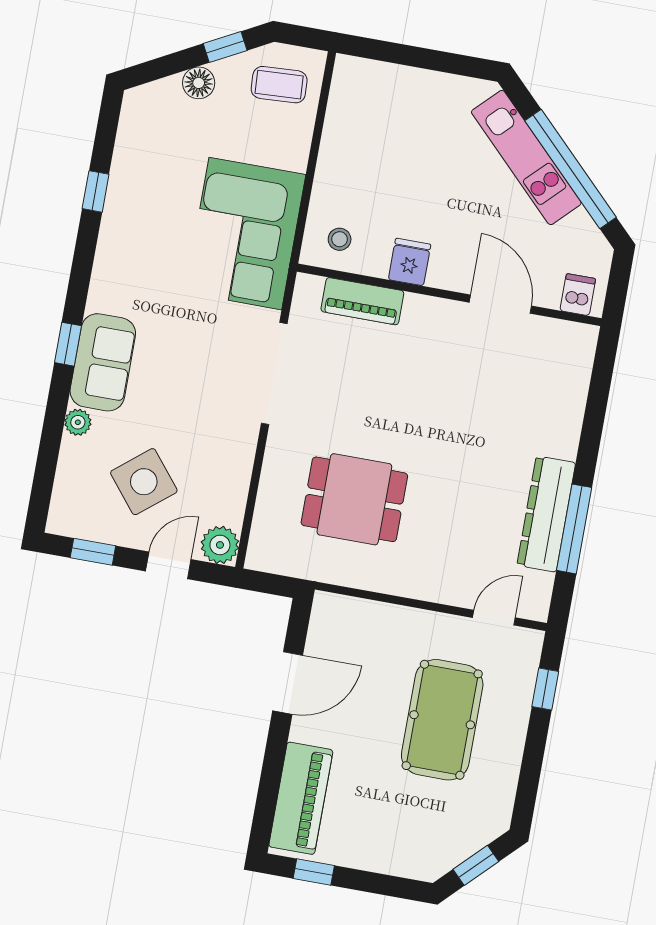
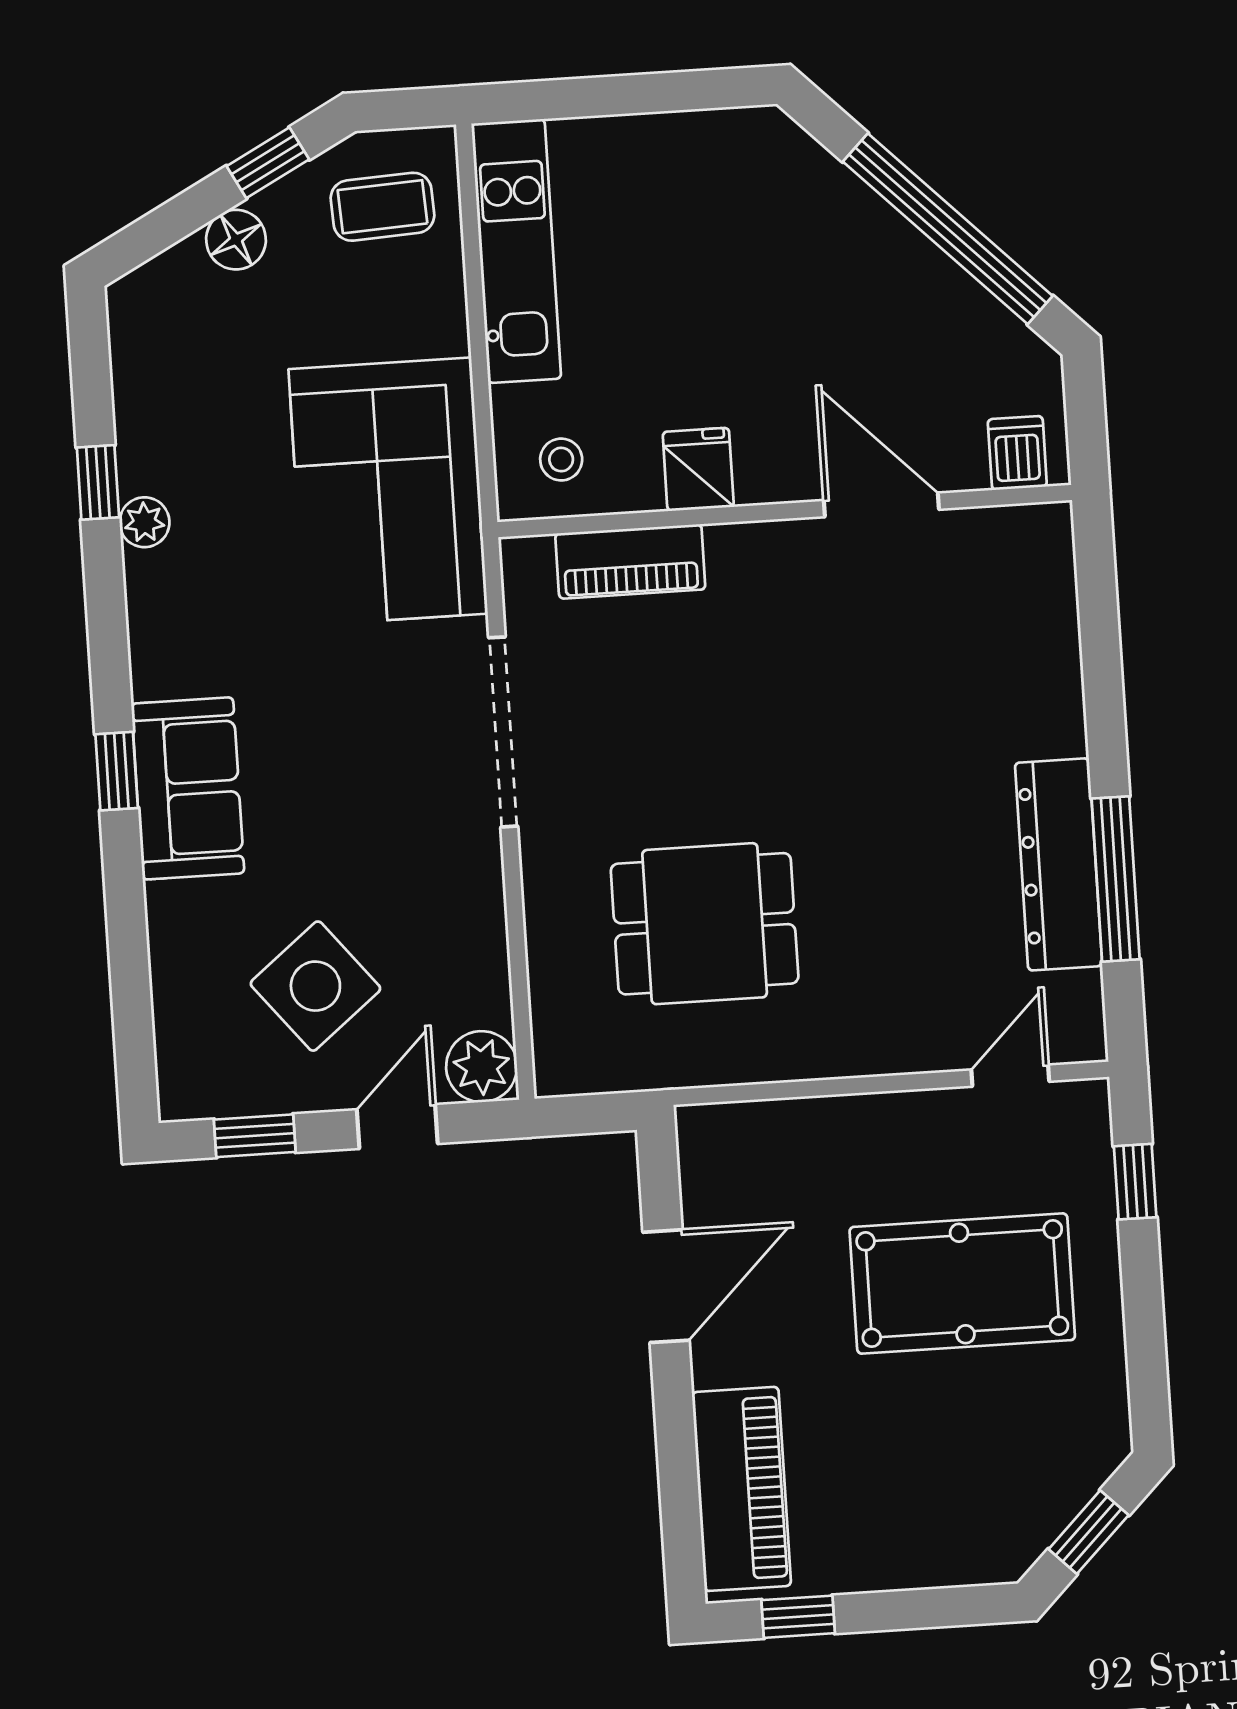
kitchen unit: (526, 157) -> (516, 251), moved, turned -135
plant: (78, 422) -> (144, 522), moved
pool table: (442, 720) -> (962, 1284), turned 90

